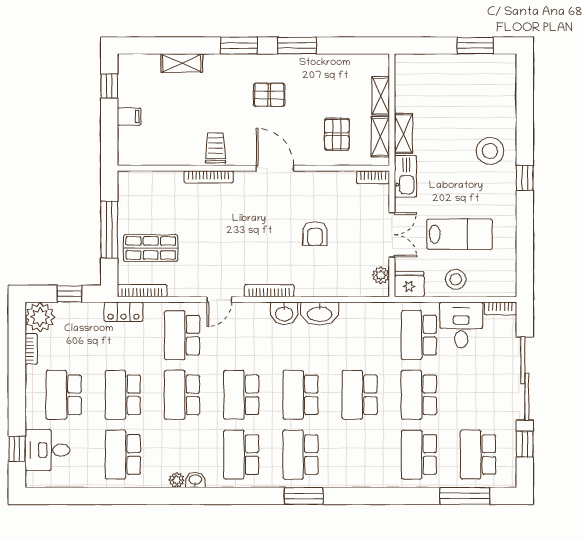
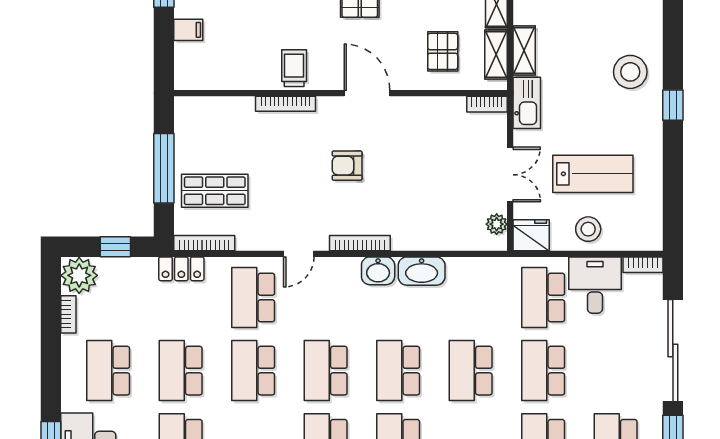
armchair: (315, 233) -> (347, 166), moved, turned 90

